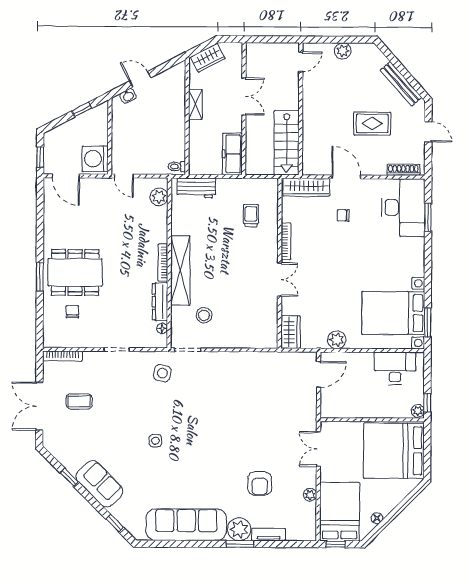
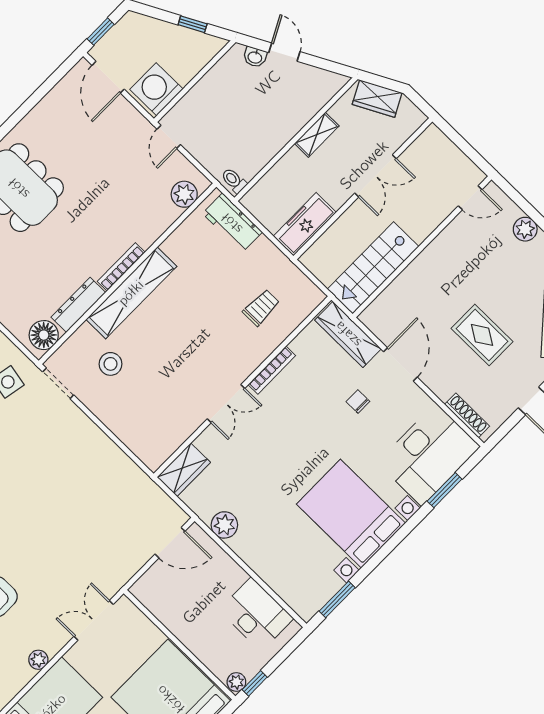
bed with nightstands: (393, 313) -> (351, 514), moved
floor lamp: (162, 328) -> (44, 335), width x1.89, depth x1.89

